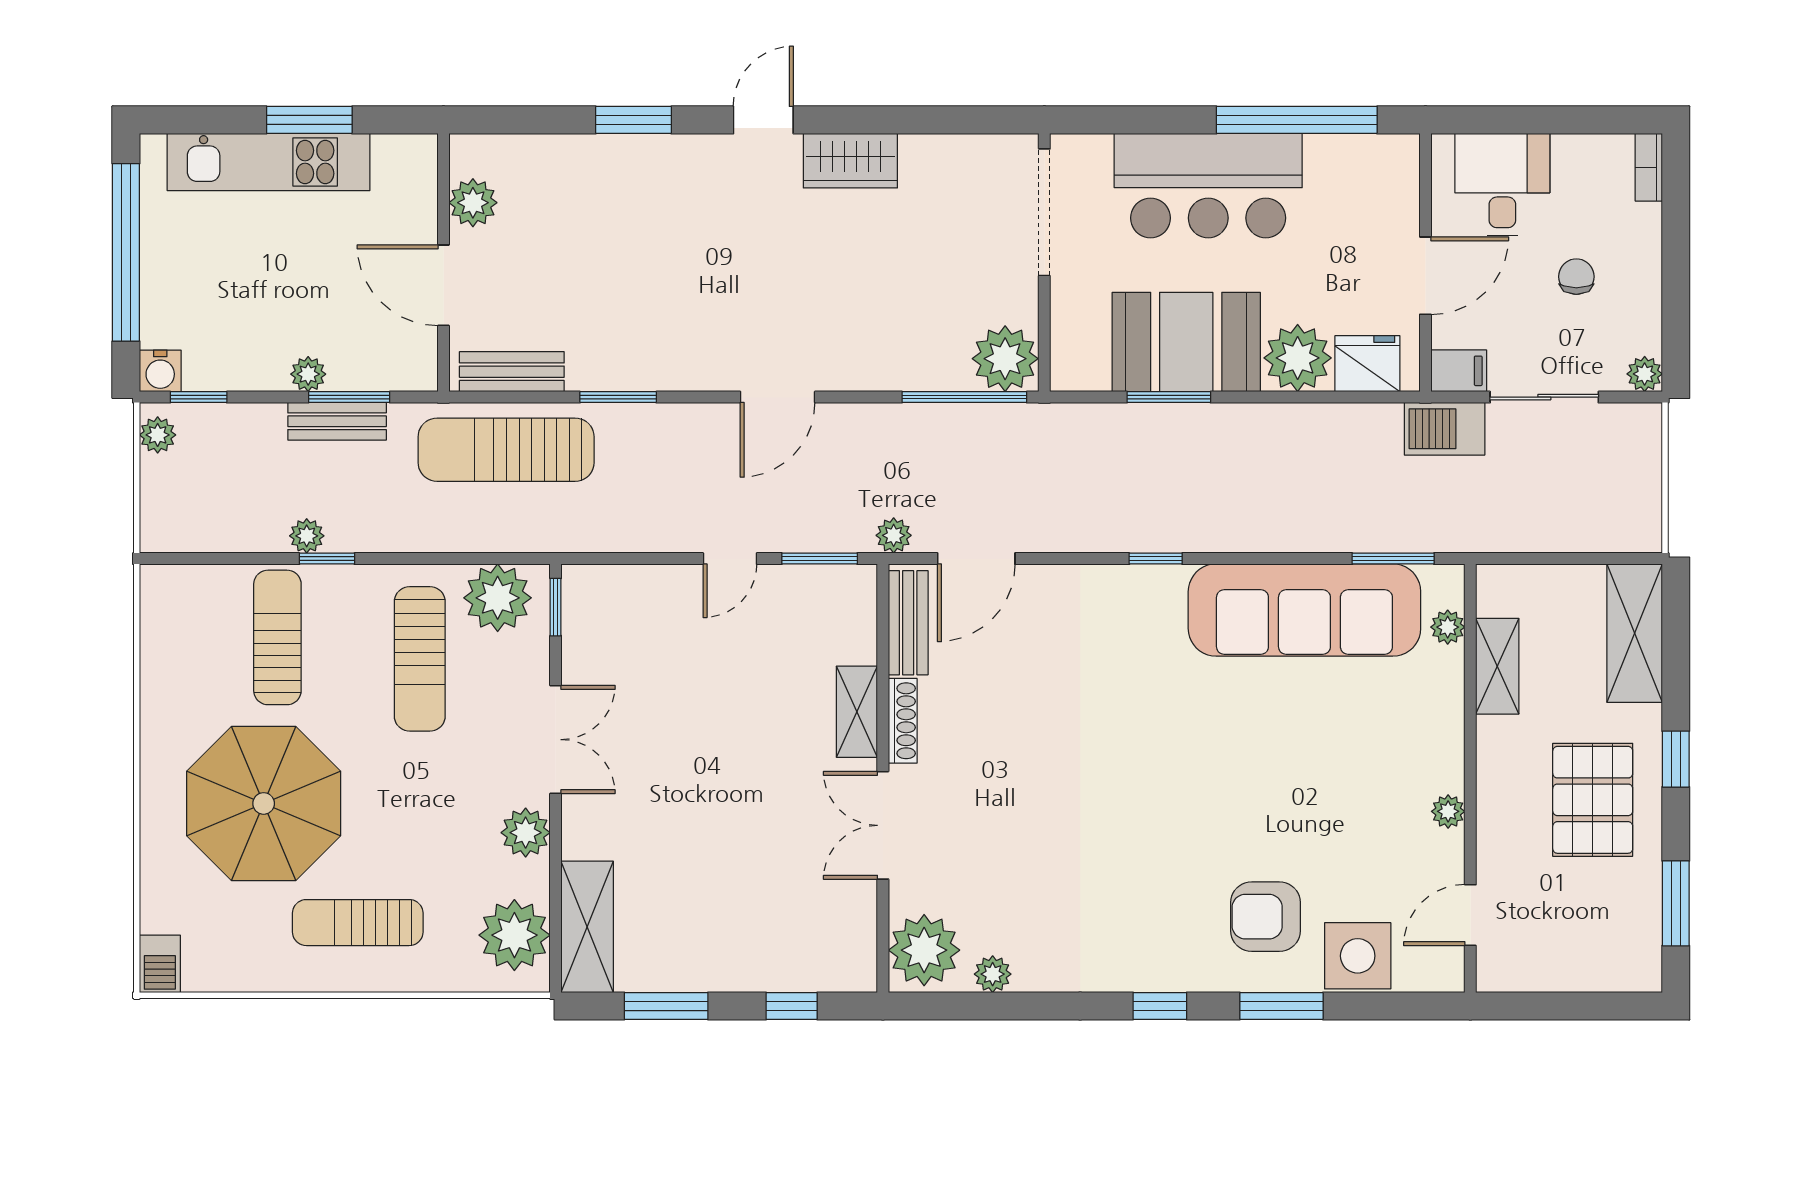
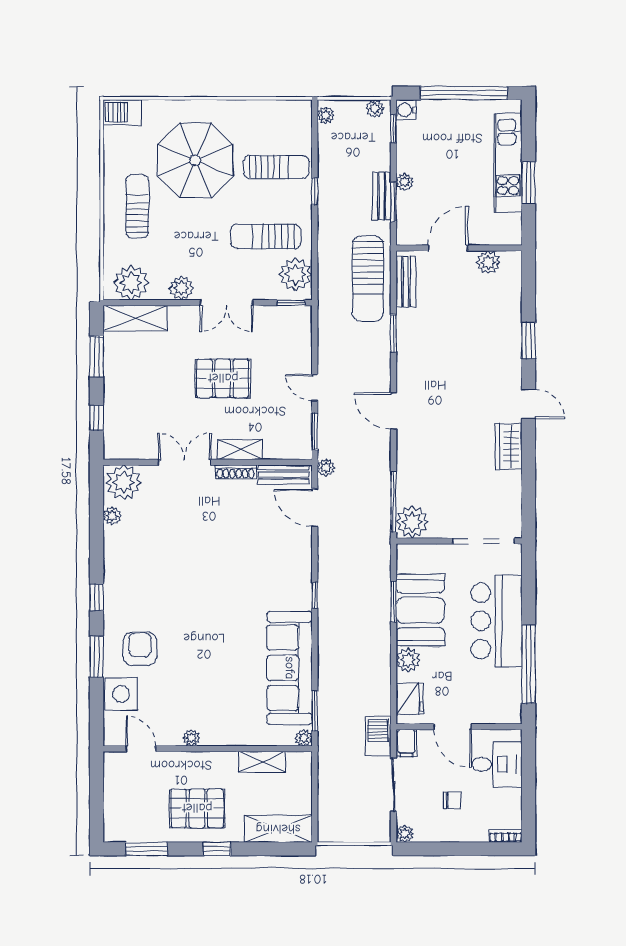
plant: (1298, 358) -> (408, 660), width x0.73, depth x0.73
sun lounger: (506, 450) -> (368, 279), turned 180
plant: (307, 536) -> (326, 115), moved
plant: (1448, 627) -> (304, 738), moved
pallet: (711, 747) -> (223, 378), added
barbecue: (160, 964) -> (122, 112), width x1.38, depth x1.27

